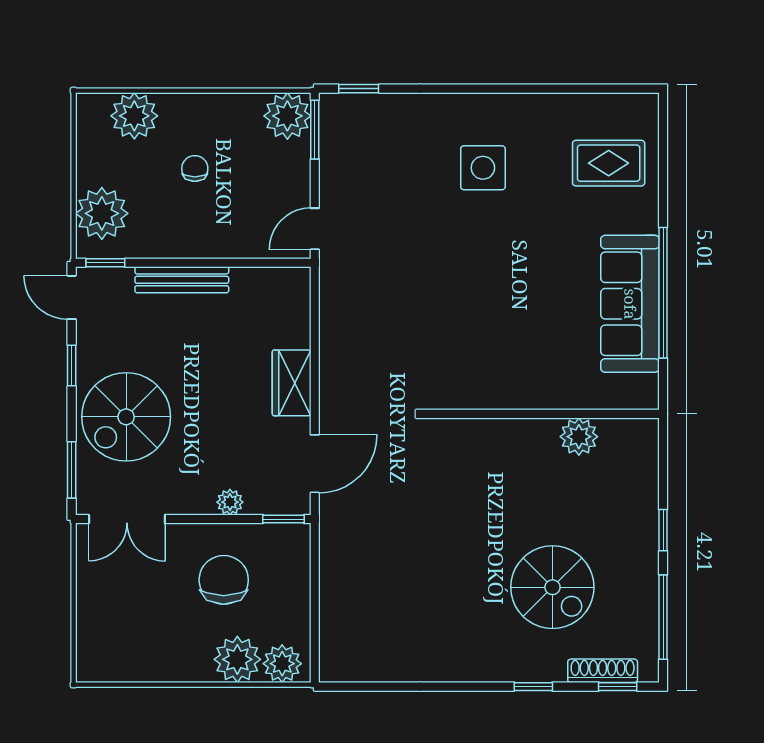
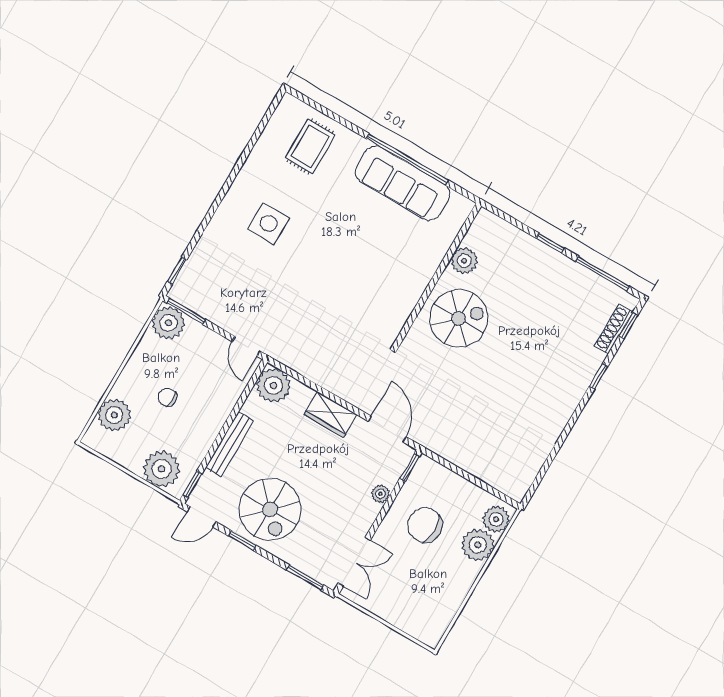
plant: (286, 291) -> (273, 385), added
spiral stairs: (126, 417) -> (270, 509), moved
spiral stairs: (552, 587) -> (459, 318), moved

